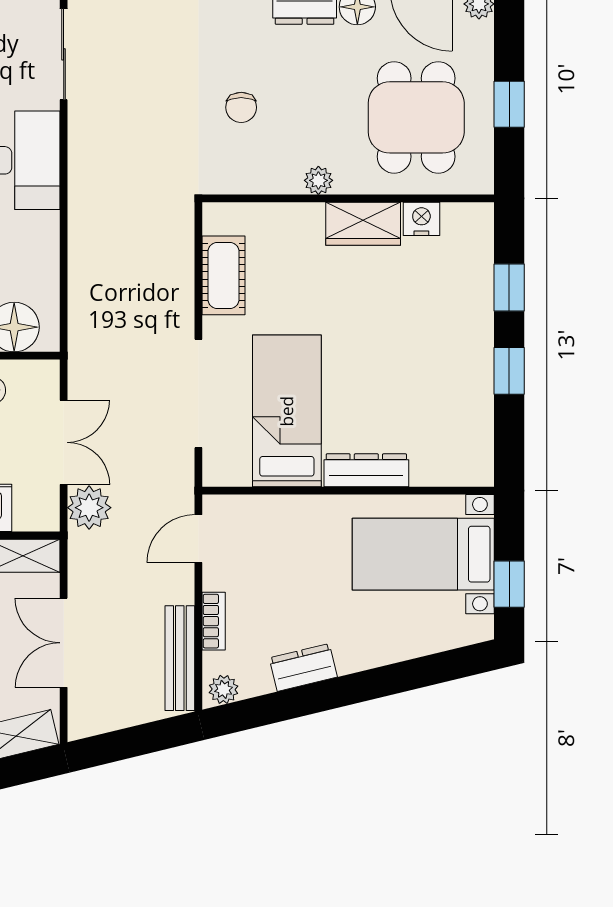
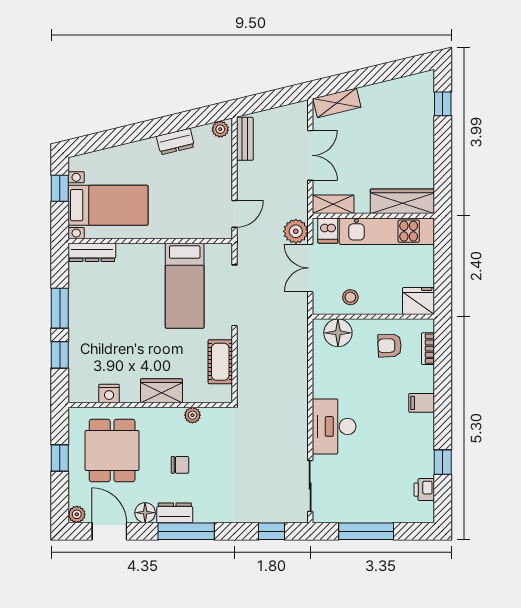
chair: (241, 107) -> (180, 465), moved, turned 90
plant: (318, 180) -> (192, 415), moved
wardrobe: (363, 224) -> (161, 391), moved
window: (509, 371) -> (60, 308), width x1.50
dresser: (366, 470) -> (92, 252), moved
dishwasher: (32, 509) -> (328, 231), added
bookcase: (214, 621) -> (226, 168), removed
bench: (180, 658) -> (245, 139), width x0.73

